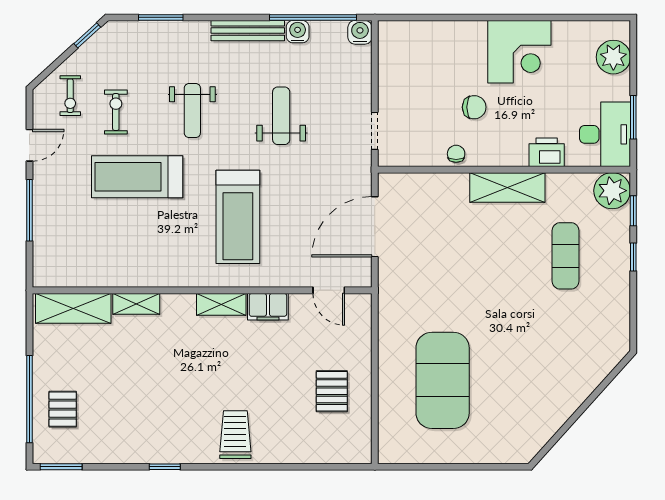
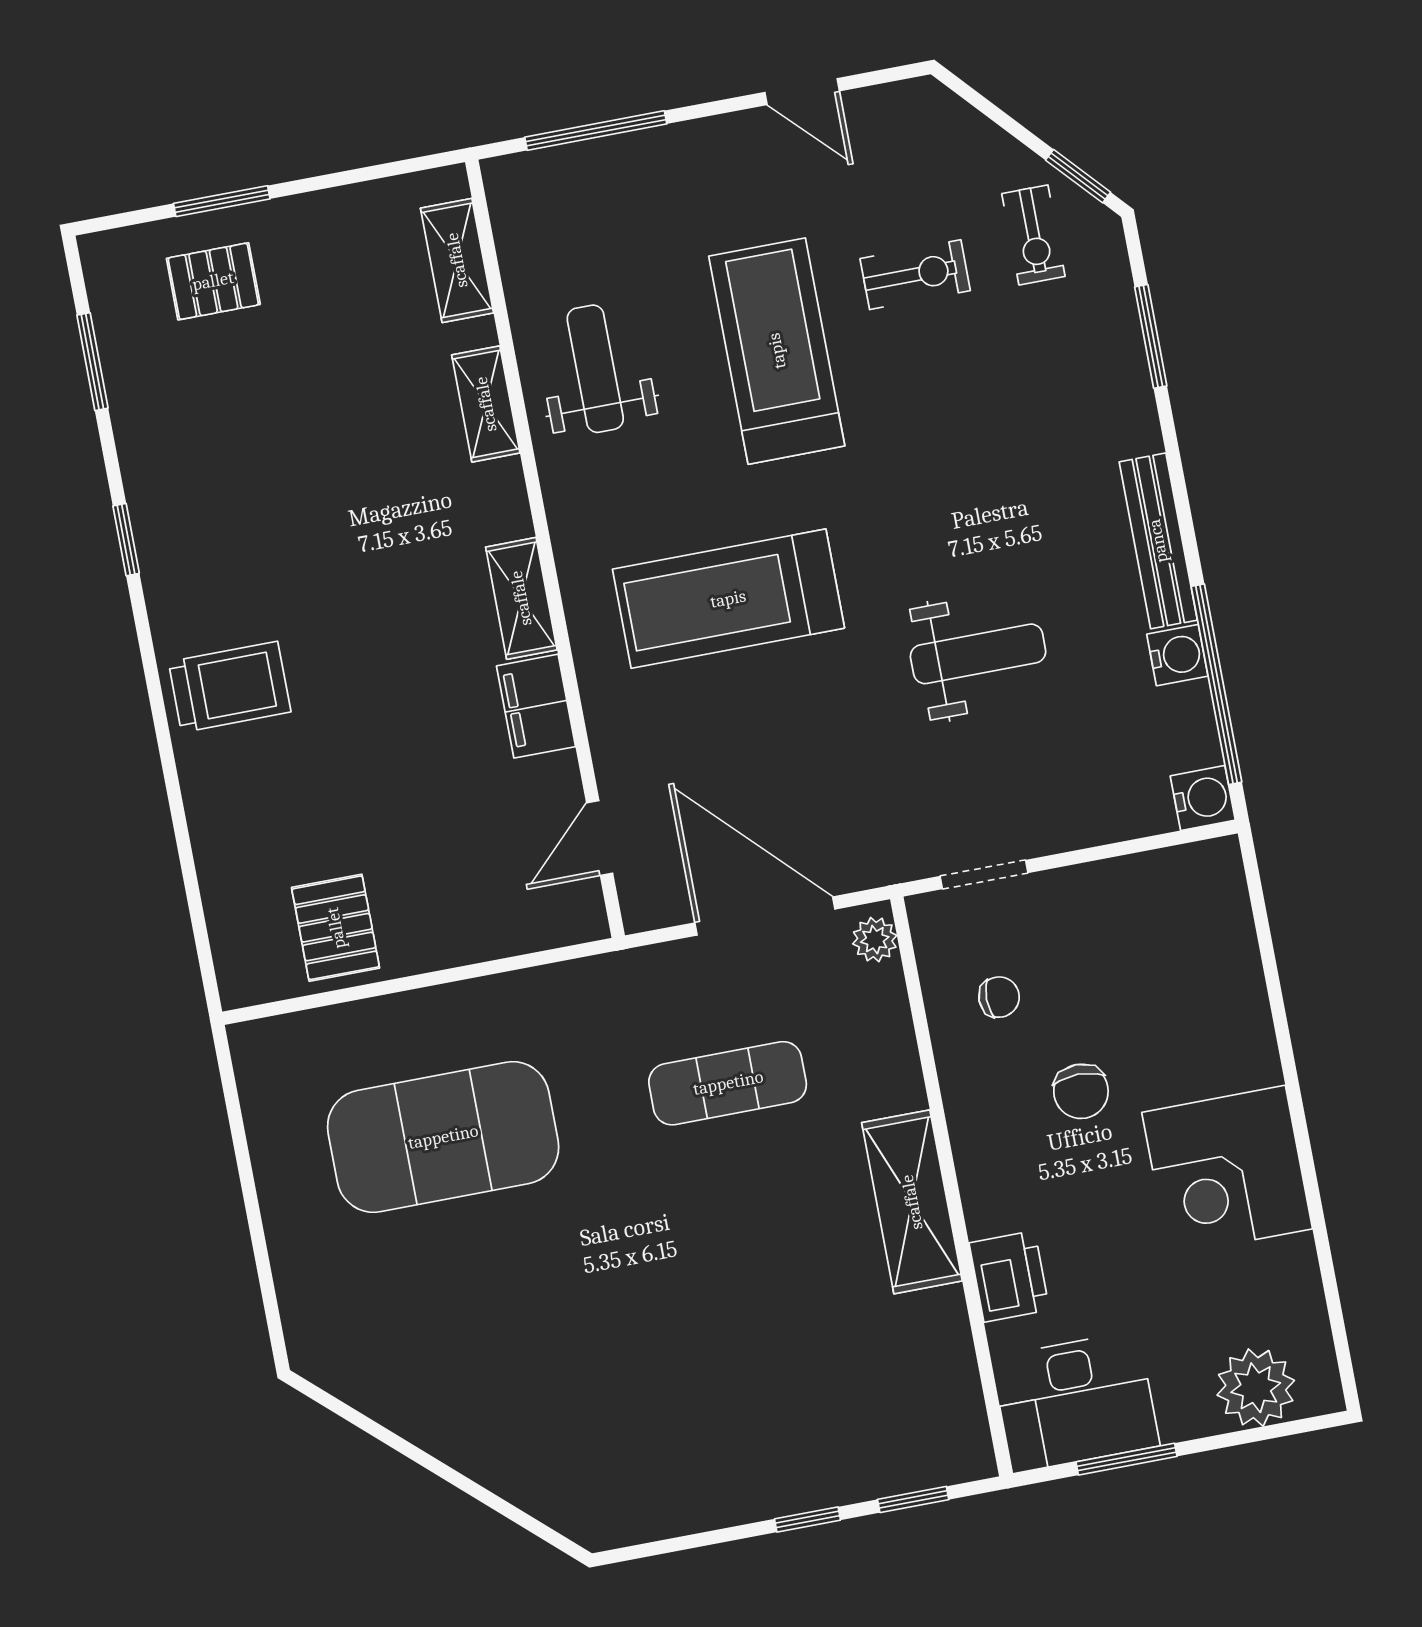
exercise bike: (70, 96) -> (1033, 235), moved, turned -90
weight bench: (192, 111) -> (595, 369), moved, turned 90
chair: (456, 154) -> (999, 997), moved
plant: (612, 191) -> (875, 940), moved, width x0.53, depth x0.53
window: (29, 210) -> (596, 131), moved
exercise mat: (566, 256) -> (728, 1083), moved
shelving: (73, 308) -> (457, 260), width x0.67, depth x0.75
pallet: (332, 391) -> (336, 928), moved, turned 90
window: (29, 399) -> (222, 201), width x0.47
window: (61, 467) -> (92, 362), moved

